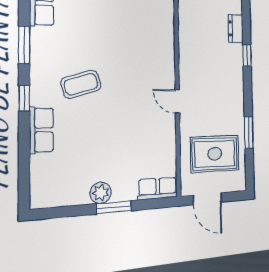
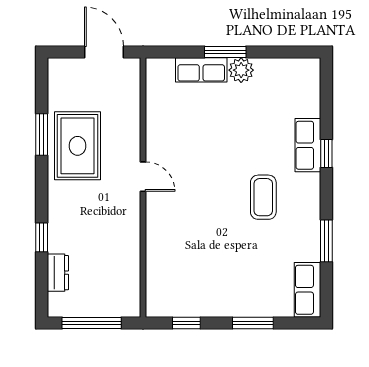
coffee table: (81, 84) -> (263, 197), turned -74
window: (24, 98) -> (326, 153), moved
rug: (215, 154) -> (77, 146), moved, turned 90
row of seats: (158, 188) -> (201, 70), moved

